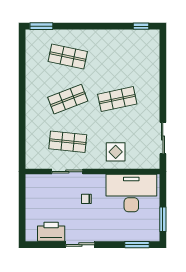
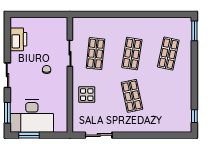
shop shelf: (68, 99) -> (132, 54), turned 30
desk: (131, 193) -> (32, 116), moved, turned 90
sliding door: (80, 245) -> (7, 75), moved

